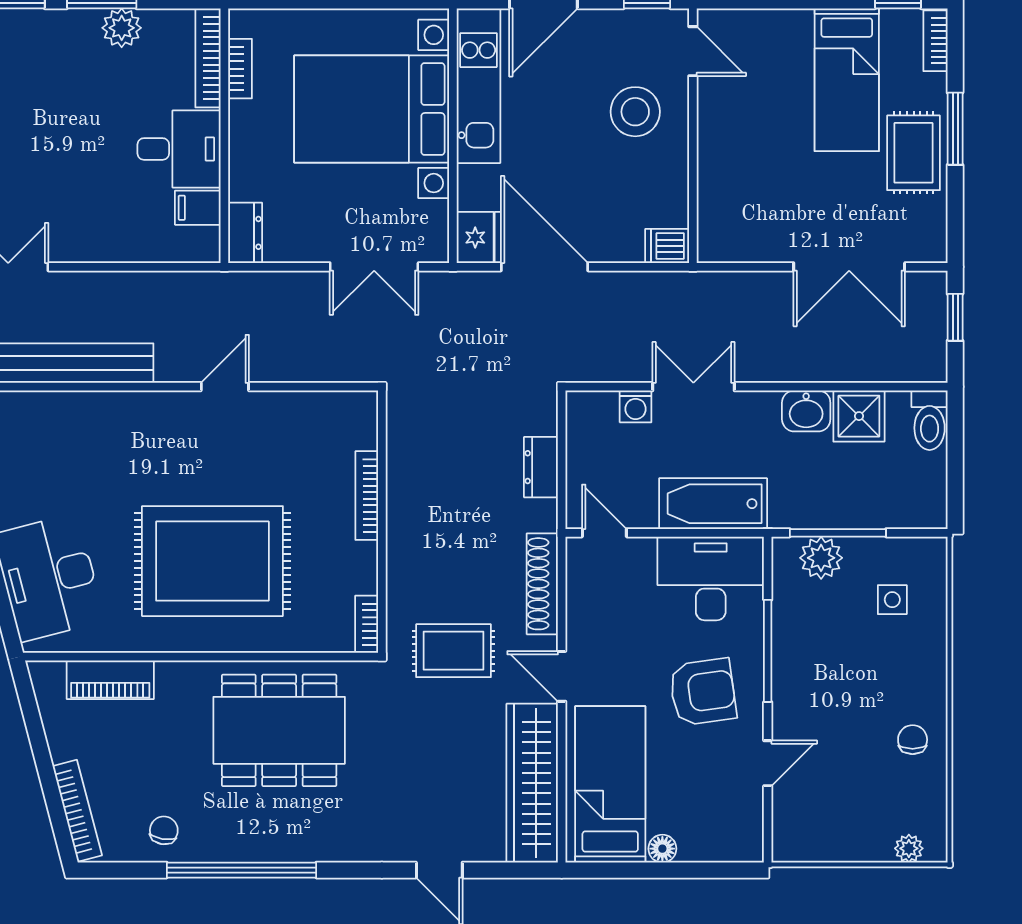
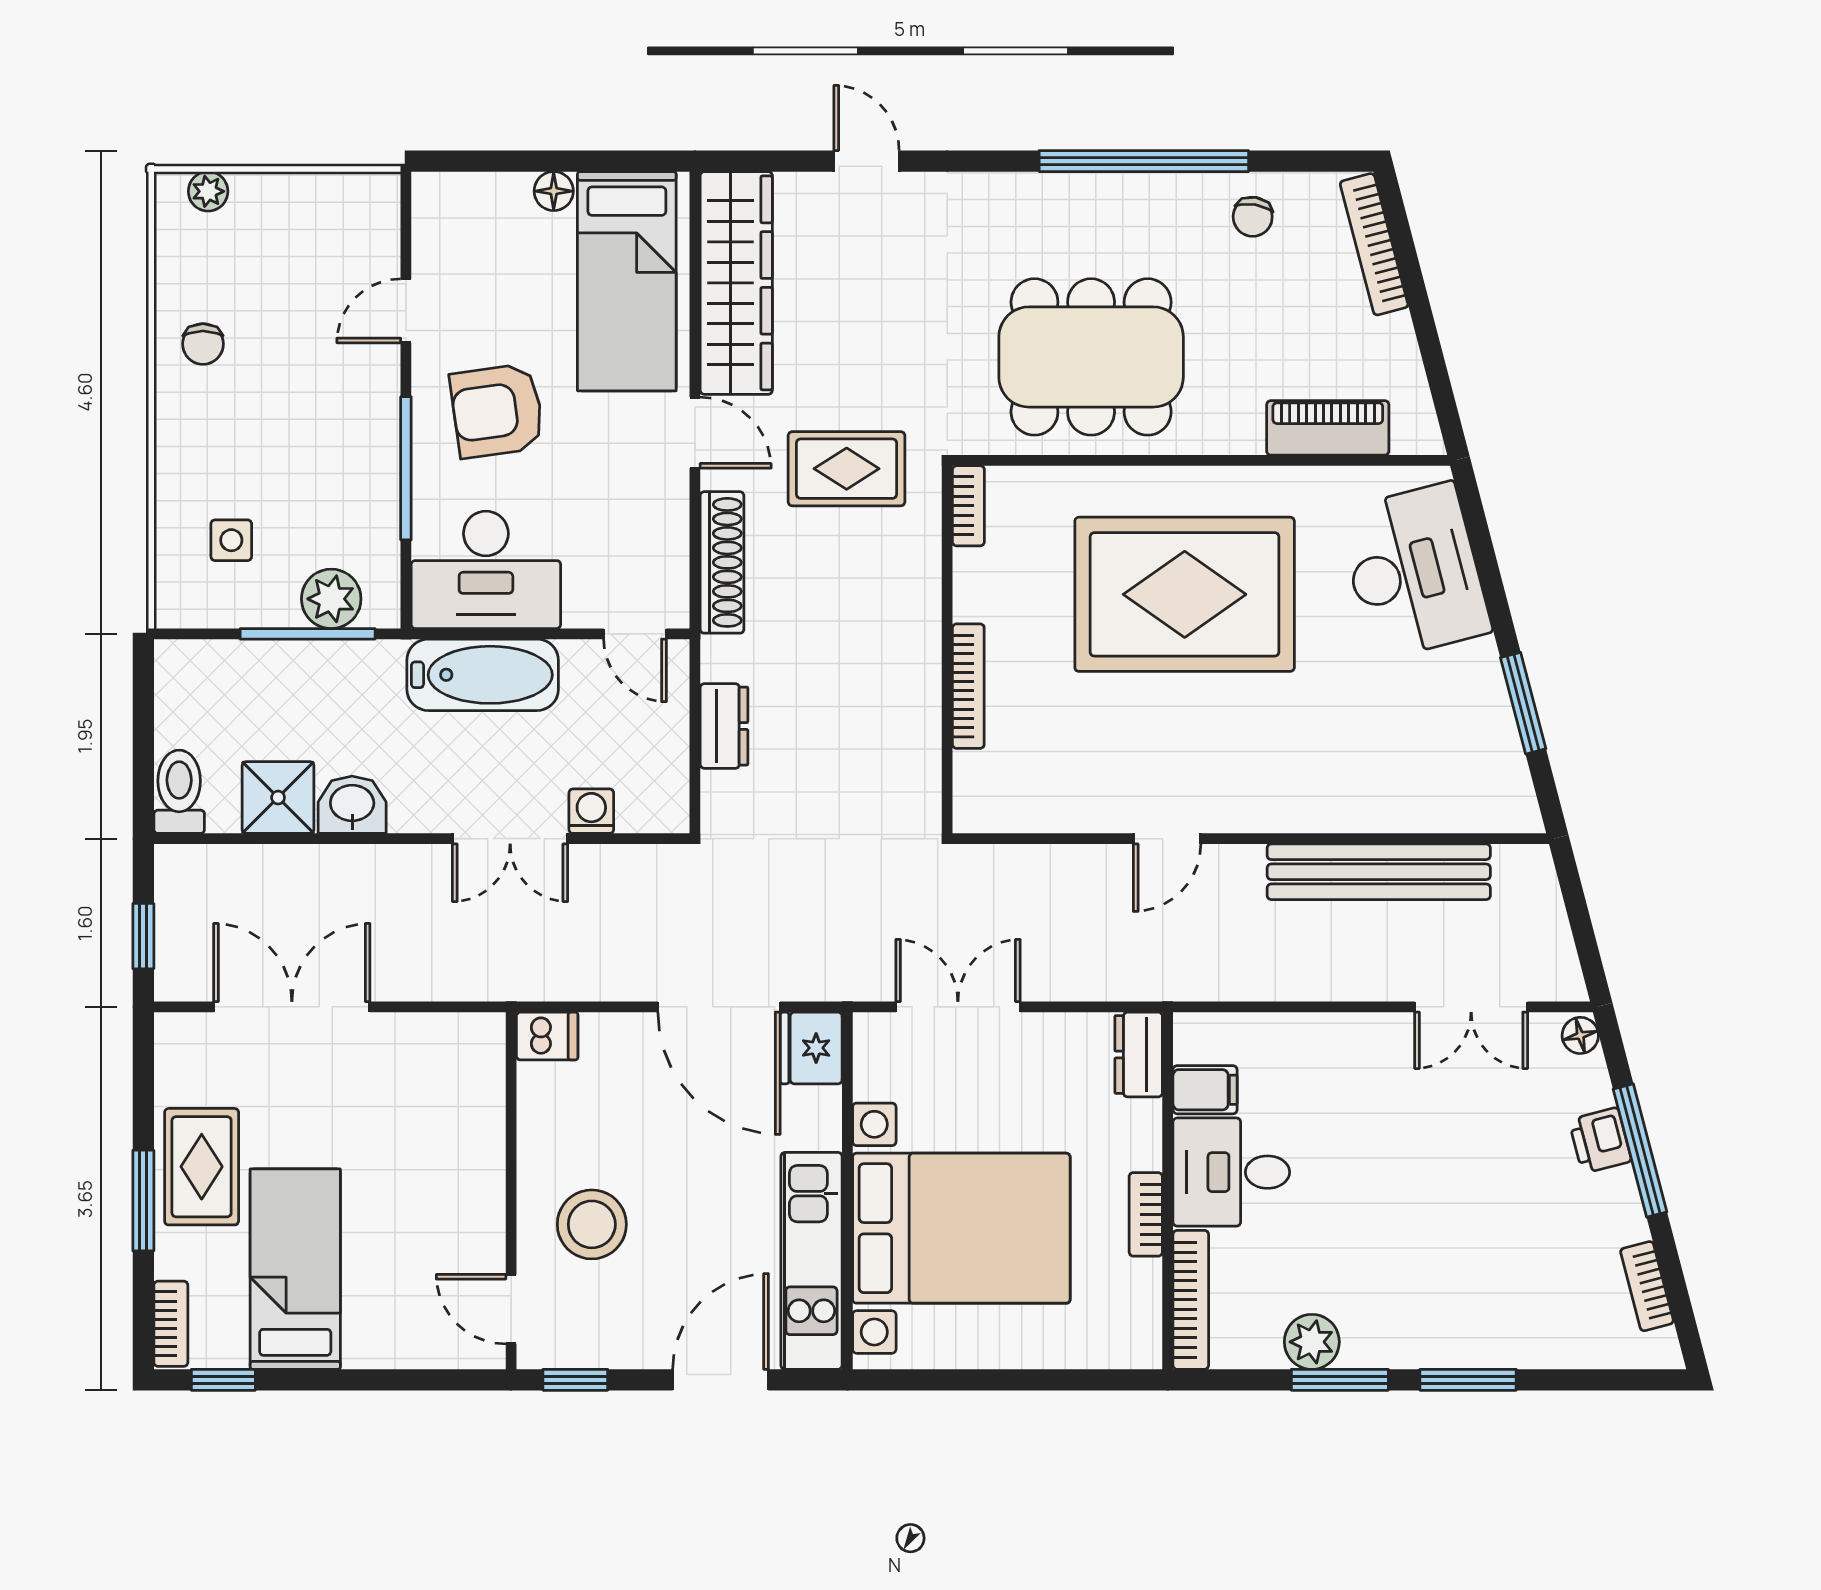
bookcase: (240, 69) -> (1146, 1214), moved

